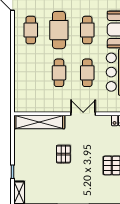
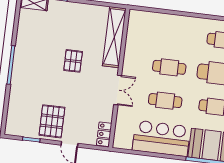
pallet: (63, 154) -> (73, 61), turned 90

